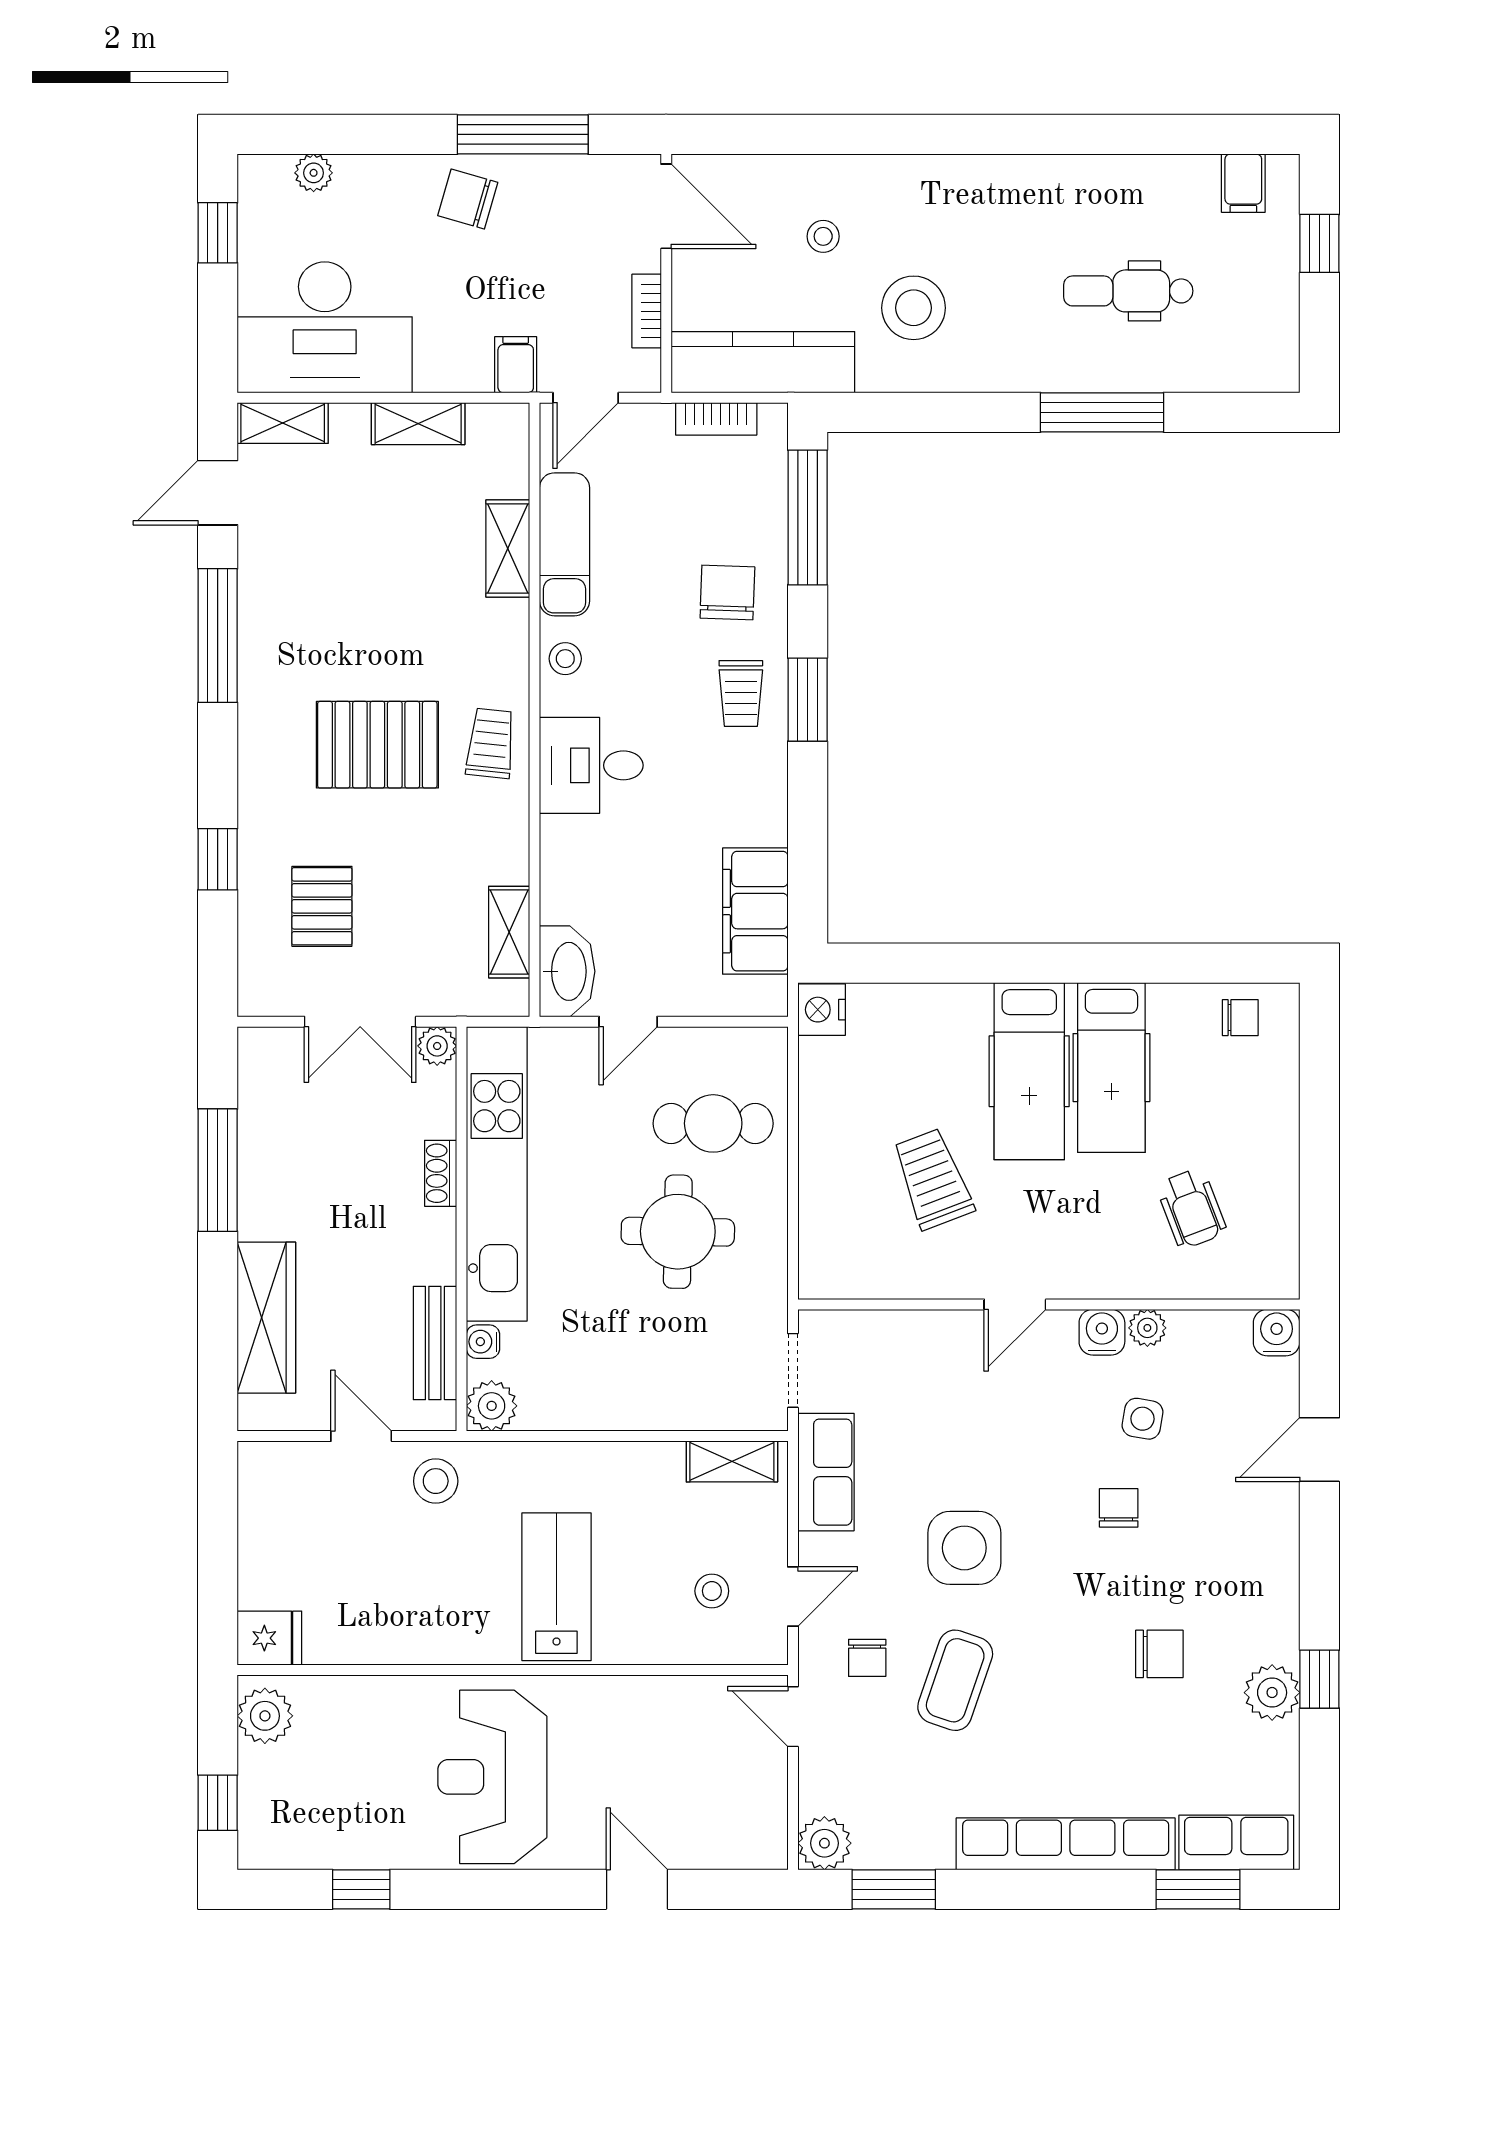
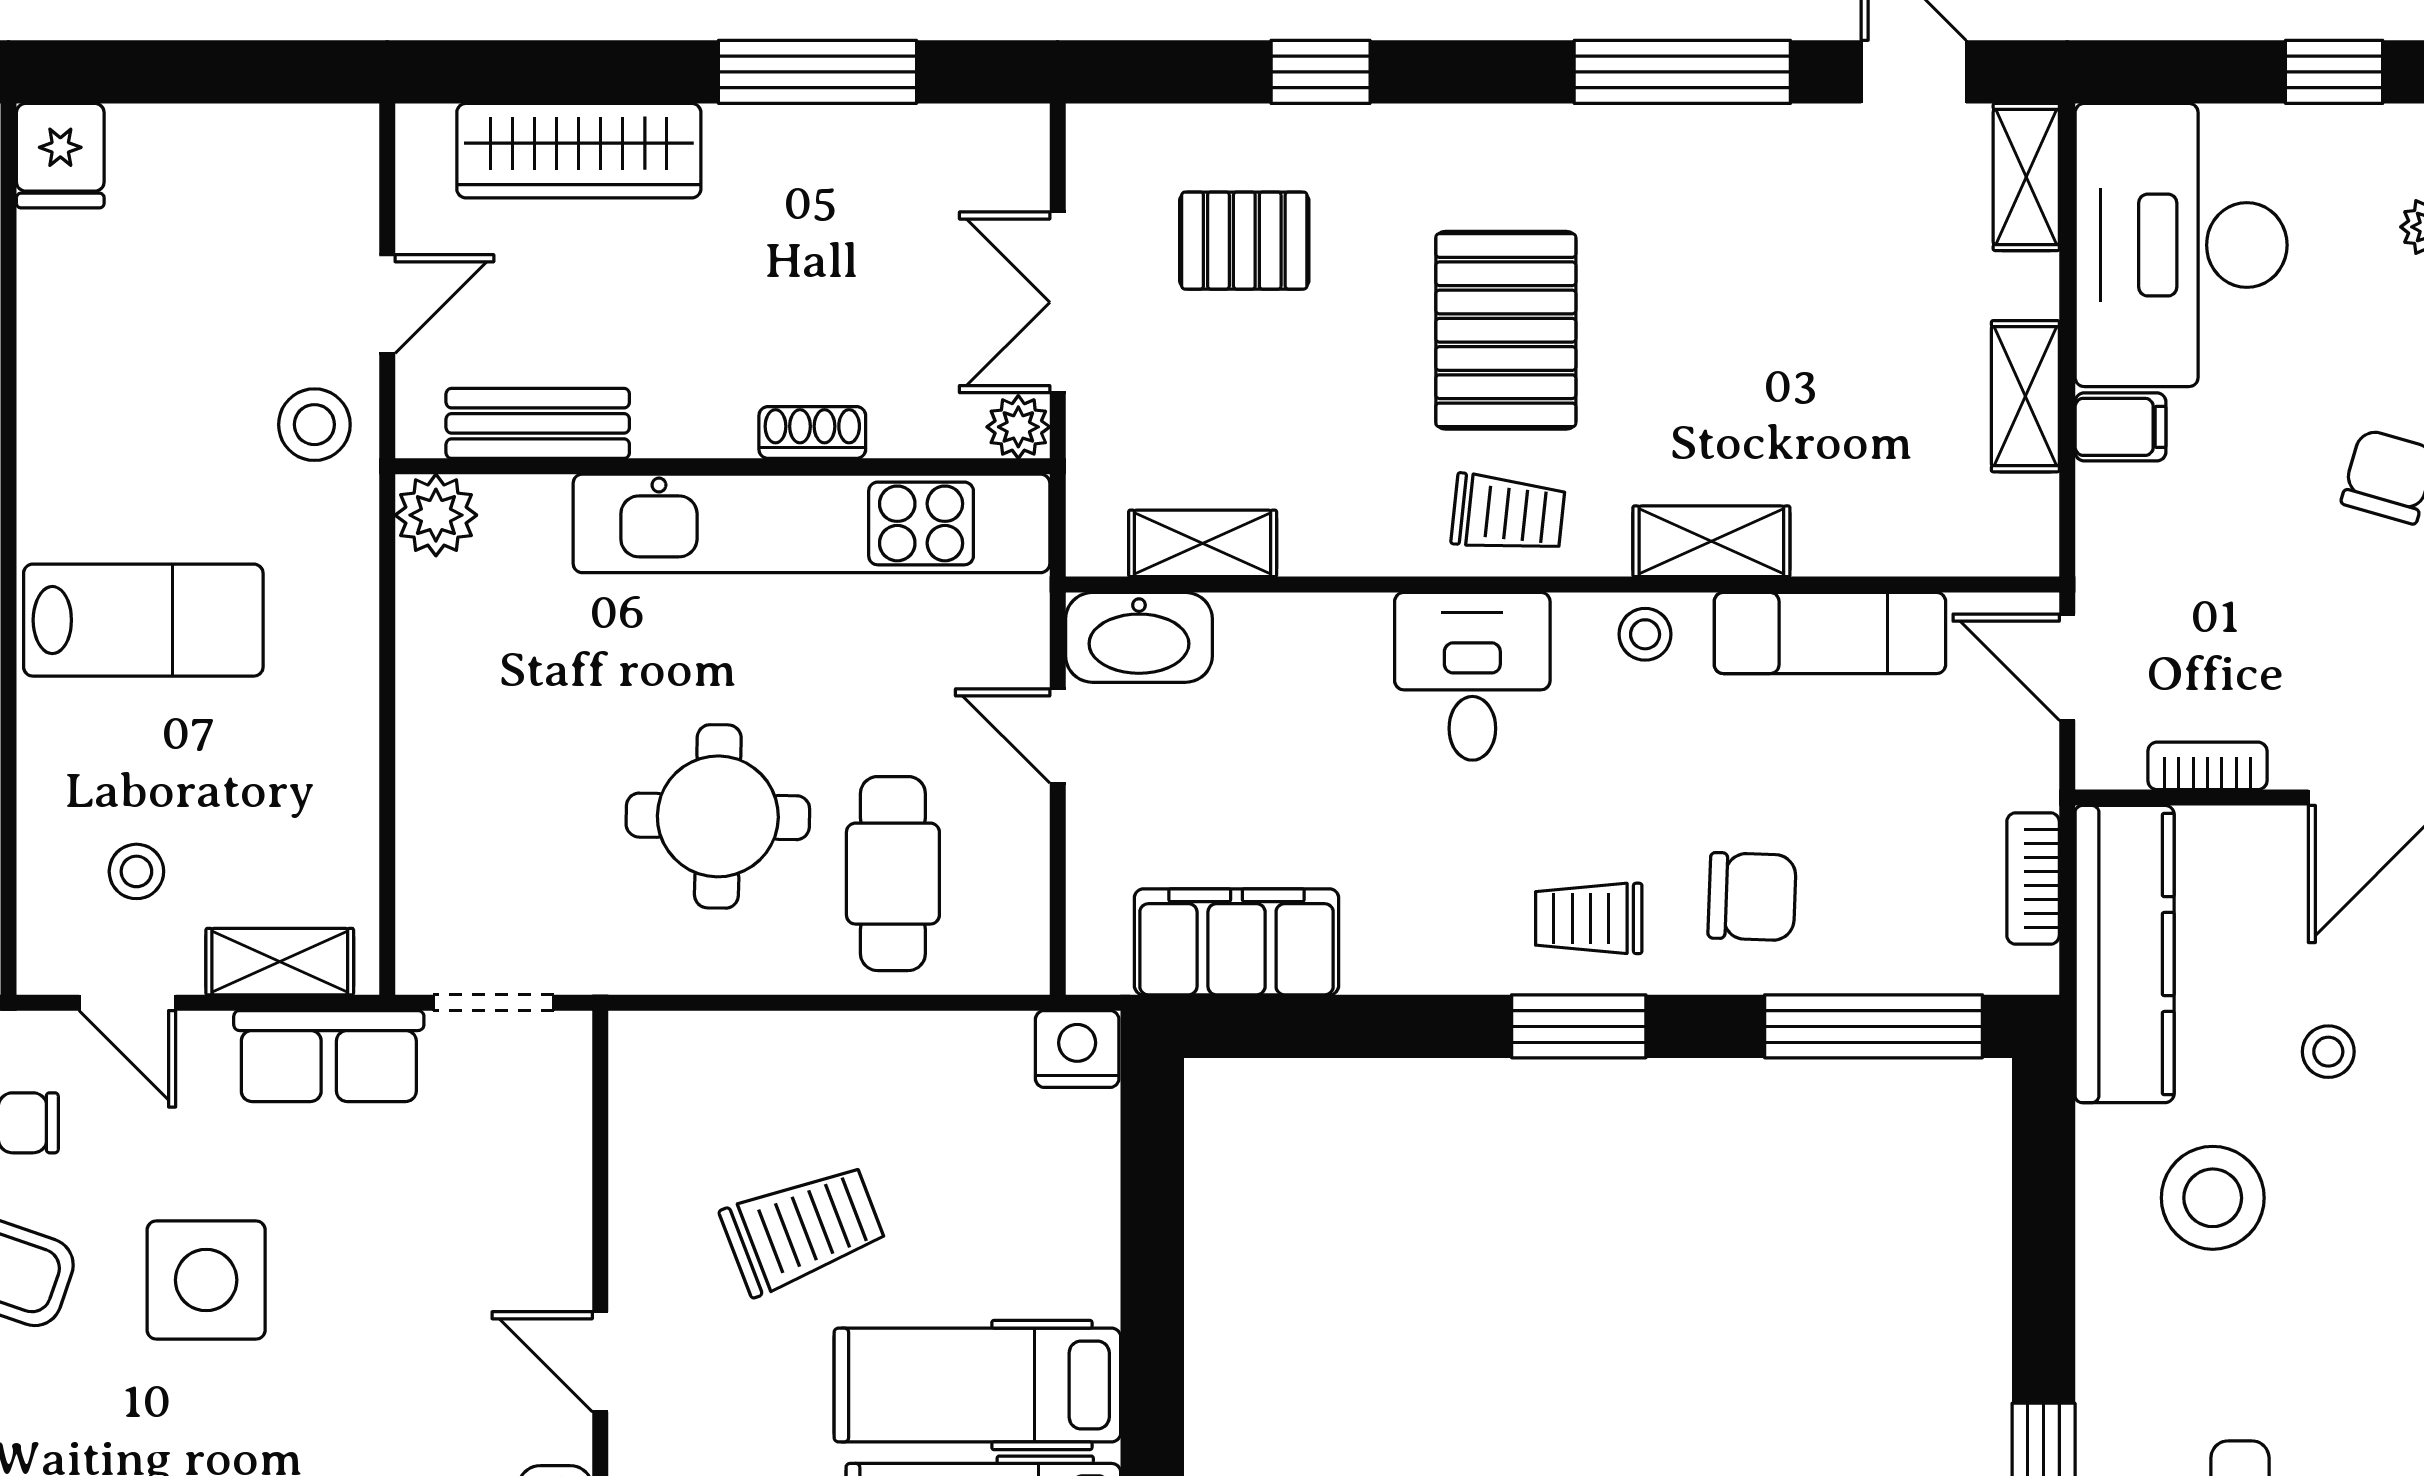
filing cabinet: (516, 365) -> (2121, 427), moved
shelving: (508, 548) -> (1711, 541), moved
water cooler: (483, 1342) -> (540, 501), removed
shelving: (732, 1461) -> (280, 962), moved, turned 90

